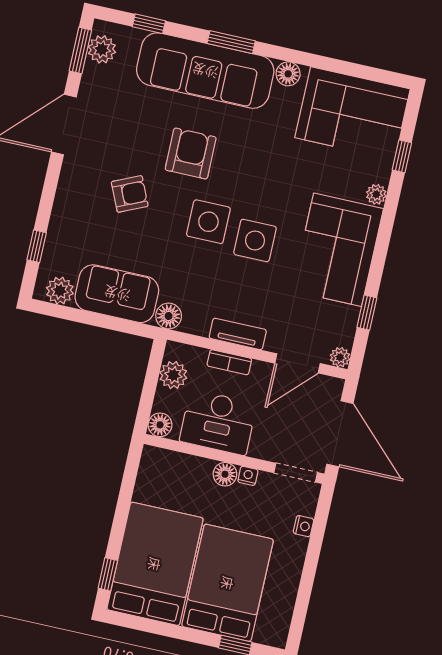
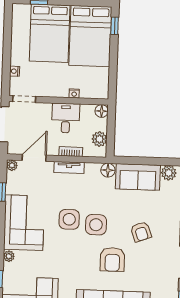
armchair: (130, 194) -> (141, 232), turned -86
desk: (218, 422) -> (66, 118), width x0.73
floor lamp: (225, 474) -> (62, 91), removed
nightstand: (248, 476) -> (74, 93), moved

